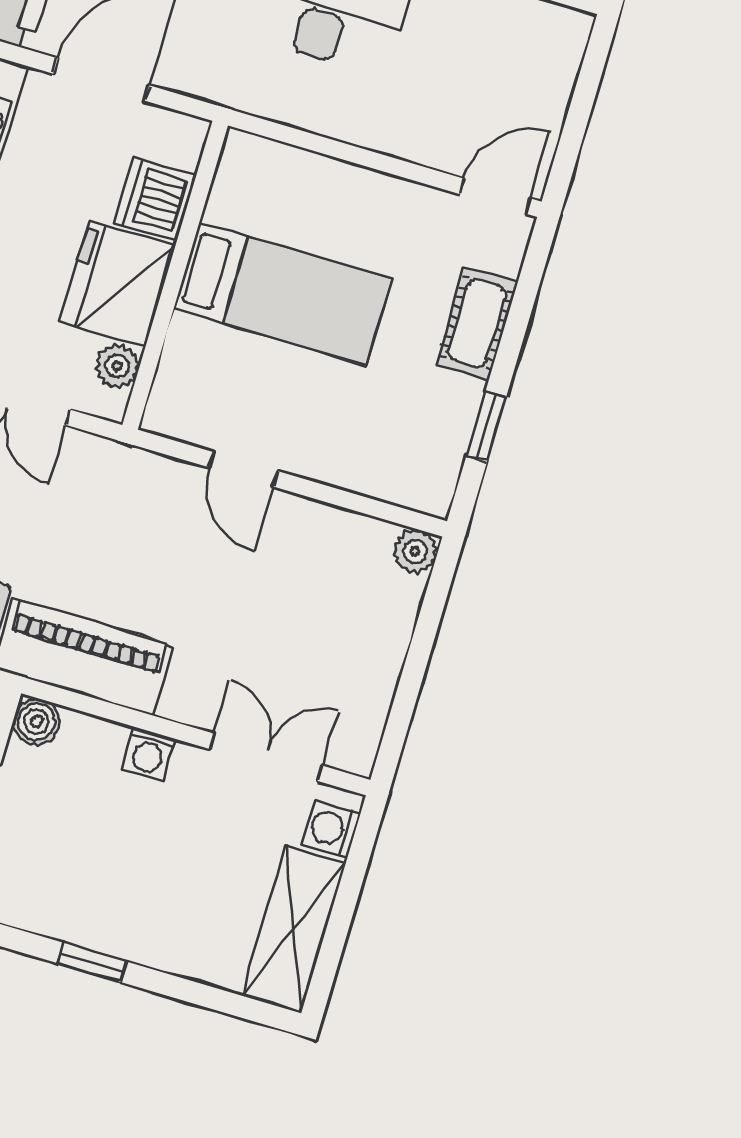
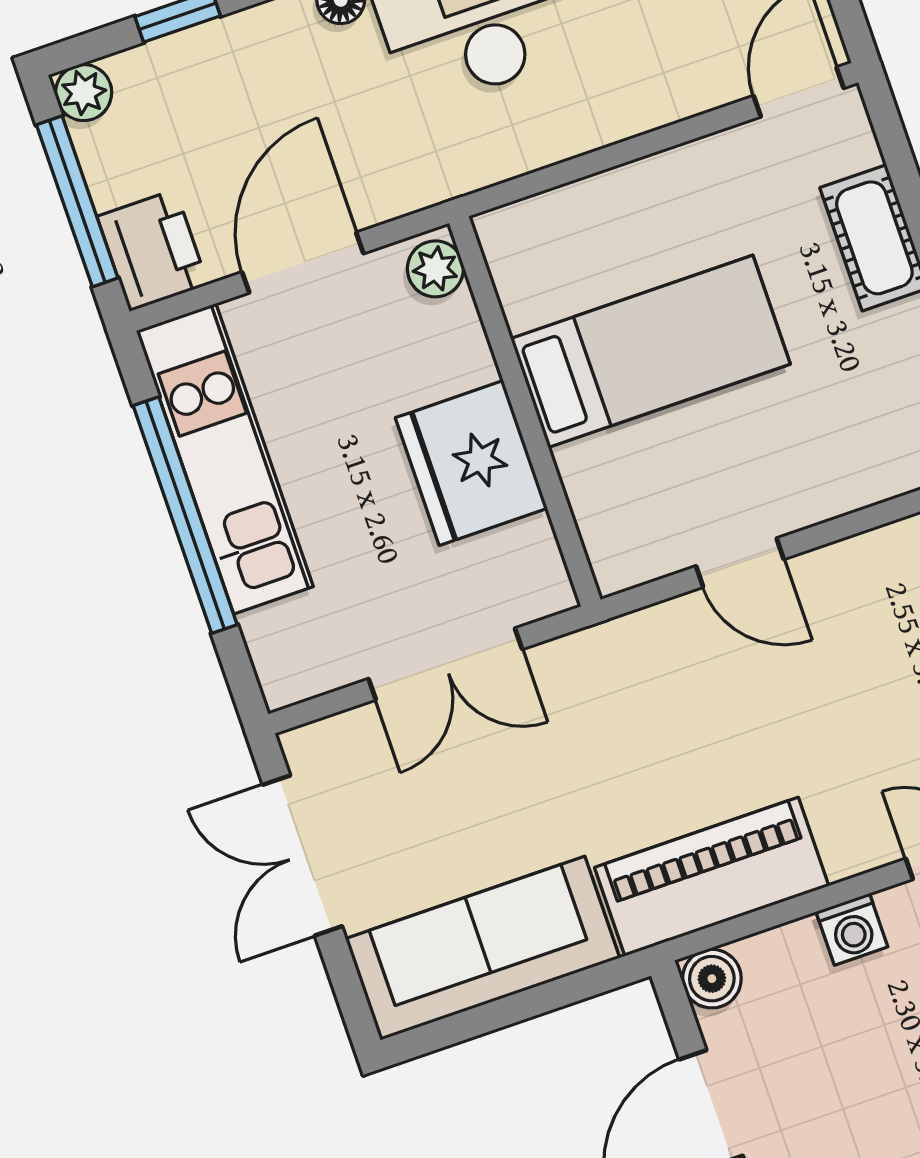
dishwasher: (155, 199) -> (448, 347), removed
plant: (117, 366) -> (435, 269), moved

